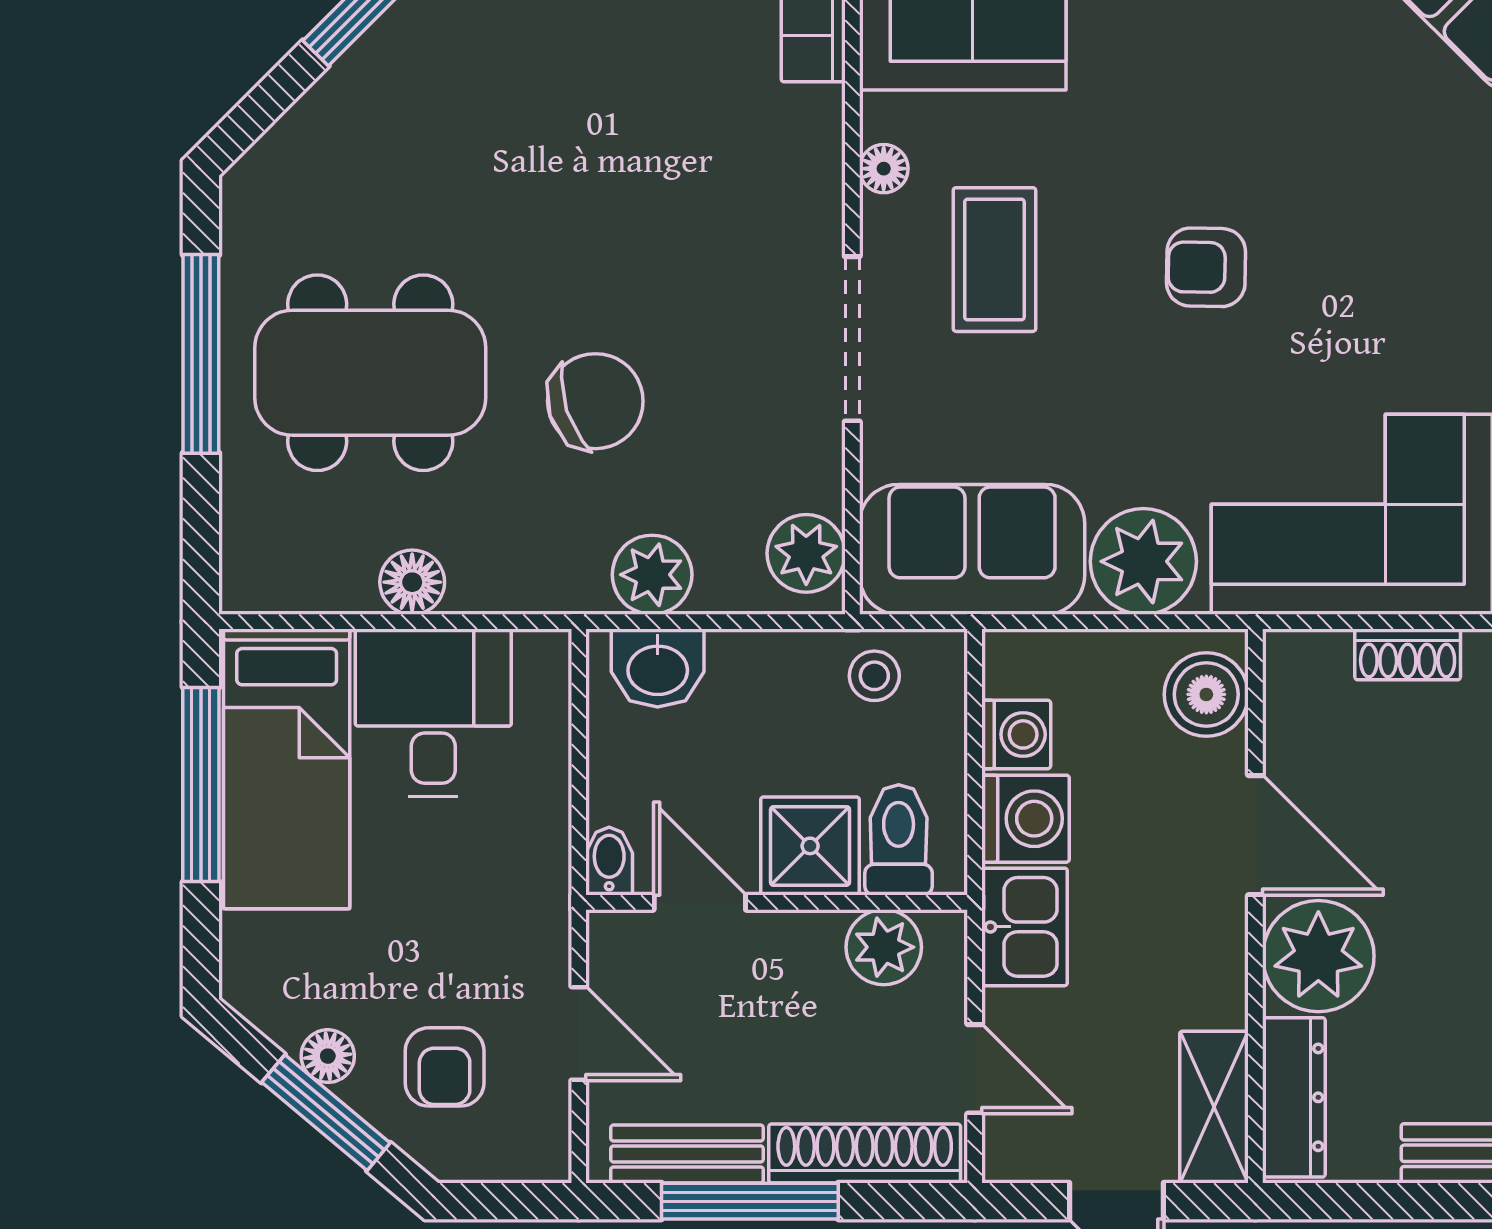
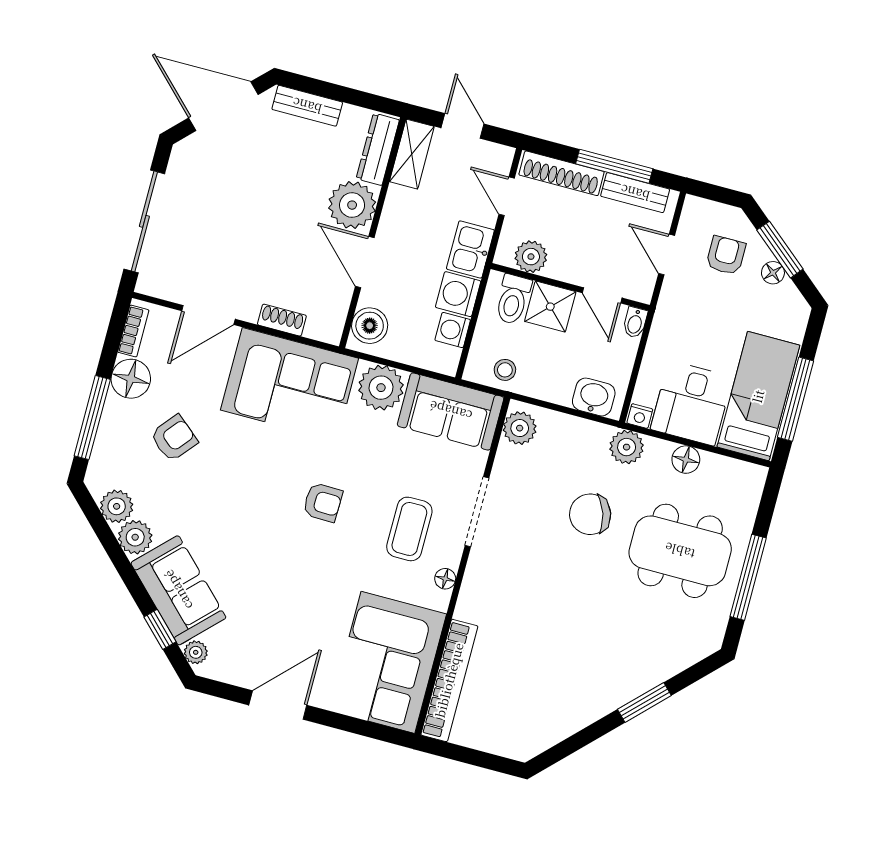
plant: (652, 575) -> (627, 447), moved
nightstand: (542, 653) -> (640, 416), added

